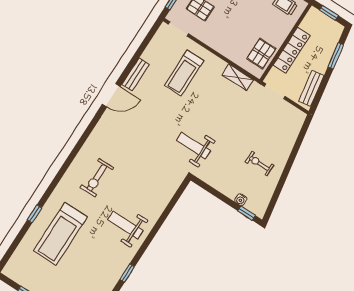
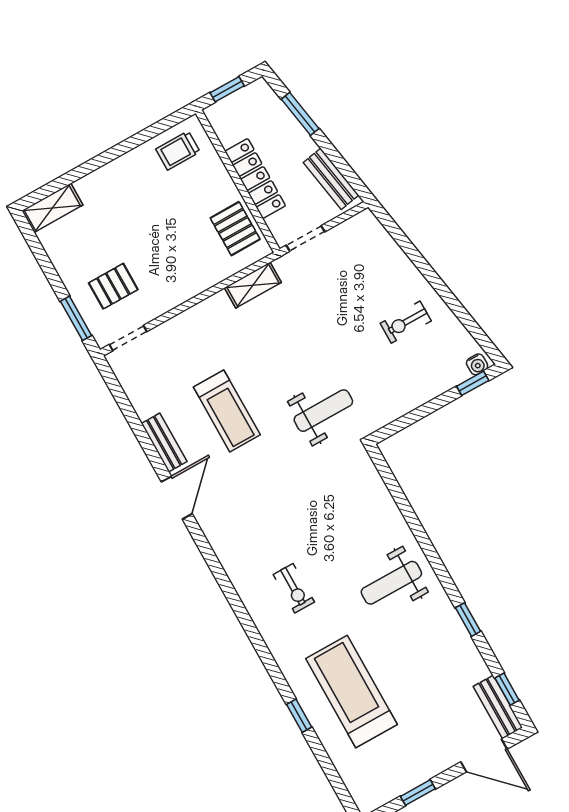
treadmill: (184, 73) -> (227, 411), moved
weight bench: (194, 146) -> (323, 411), turned 180
exercise bike: (97, 178) -> (294, 588), width x0.73, depth x0.72
water cooler: (241, 200) -> (477, 364), moved
treadmill: (60, 234) -> (352, 692), turned 180

